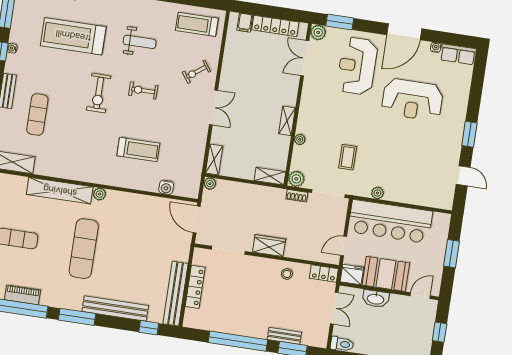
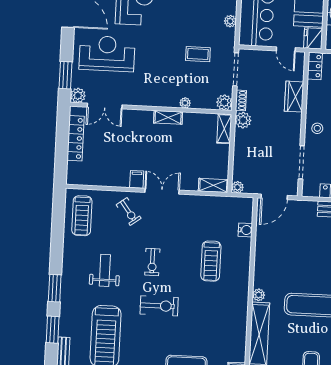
filing cabinet: (245, 23) -> (137, 179), moved, turned -90
reception desk: (357, 66) -> (107, 54), turned 180
treadmill: (138, 149) -> (211, 261), turned 180
plant: (277, 196) -> (243, 120), added
wardrobe: (269, 246) -> (294, 97), moved
stool: (287, 274) -> (317, 128), moved

